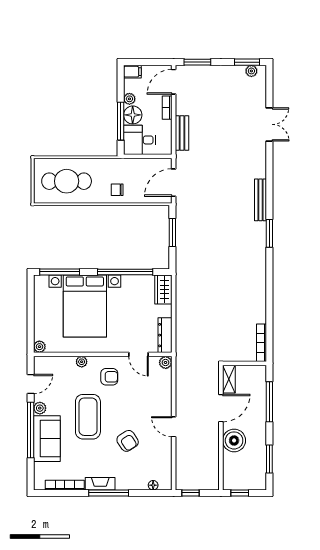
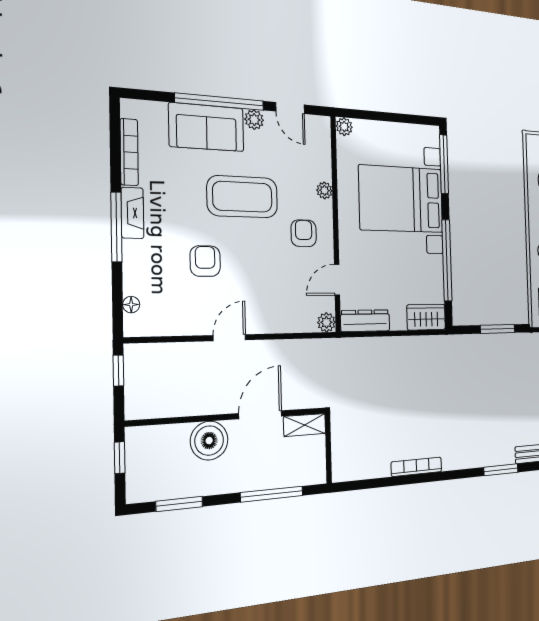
bookcase: (262, 343) -> (417, 467), moved
armchair: (109, 377) -> (304, 233), turned 180
door: (221, 408) -> (260, 415), swing flipped
armchair: (128, 441) -> (205, 261), turned 123

